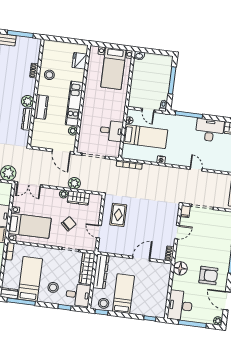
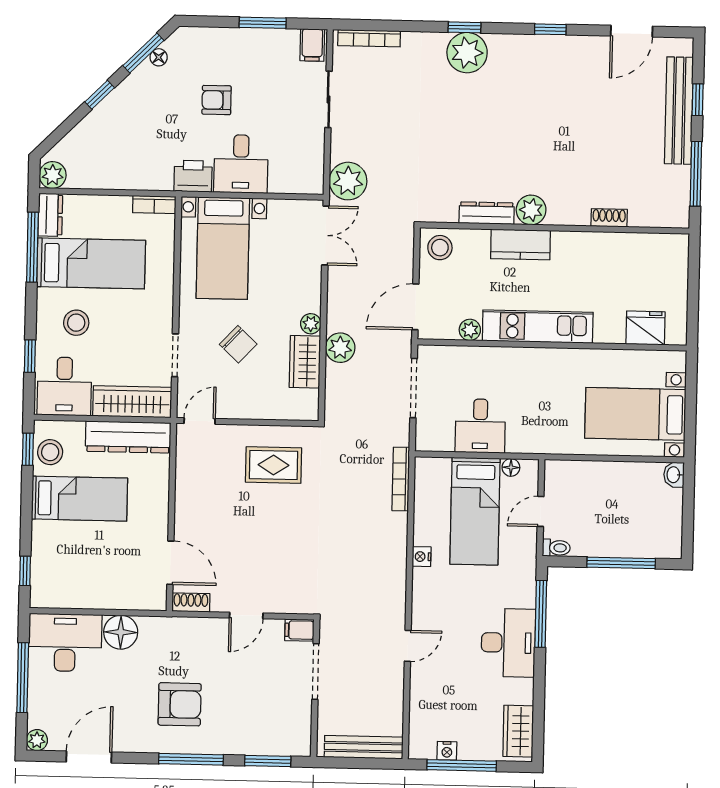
stool: (49, 75) -> (440, 248), moved
desk: (210, 130) -> (508, 643), moved
double door: (29, 184) -> (325, 235), swing flipped
door: (99, 232) -> (200, 421), moved
door: (177, 232) -> (246, 615), hinge flipped
door: (141, 259) -> (170, 563), moved
floor lamp: (180, 268) -> (121, 632), moved
armchair: (208, 275) -> (180, 704), moved, turned -90

